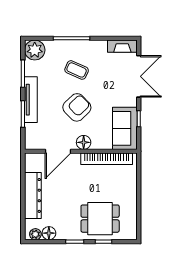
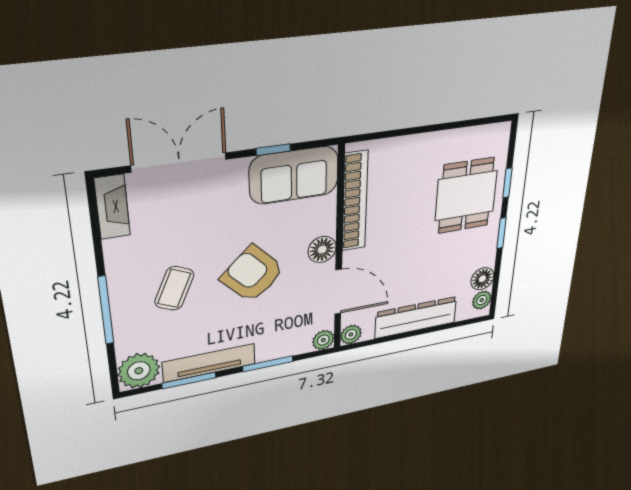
tv unit: (31, 100) -> (209, 363), moved
plant: (31, 144) -> (323, 340), added
plant: (30, 159) -> (351, 335), added

